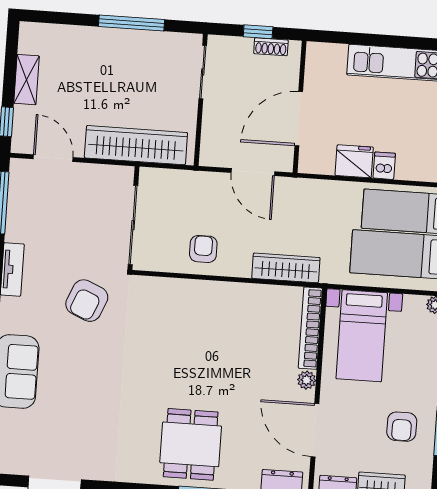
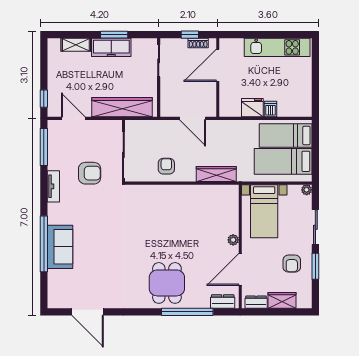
window: (131, 23) -> (114, 35), width x0.69
freezer: (125, 44) -> (111, 47), added
shelving: (27, 80) -> (76, 45), moved, turned 90
door: (299, 119) -> (218, 65), moved
armchair: (87, 301) -> (90, 173), moved, turned -113
bookcase: (310, 328) -> (233, 209), removed
door: (315, 430) -> (240, 269), hinge flipped

